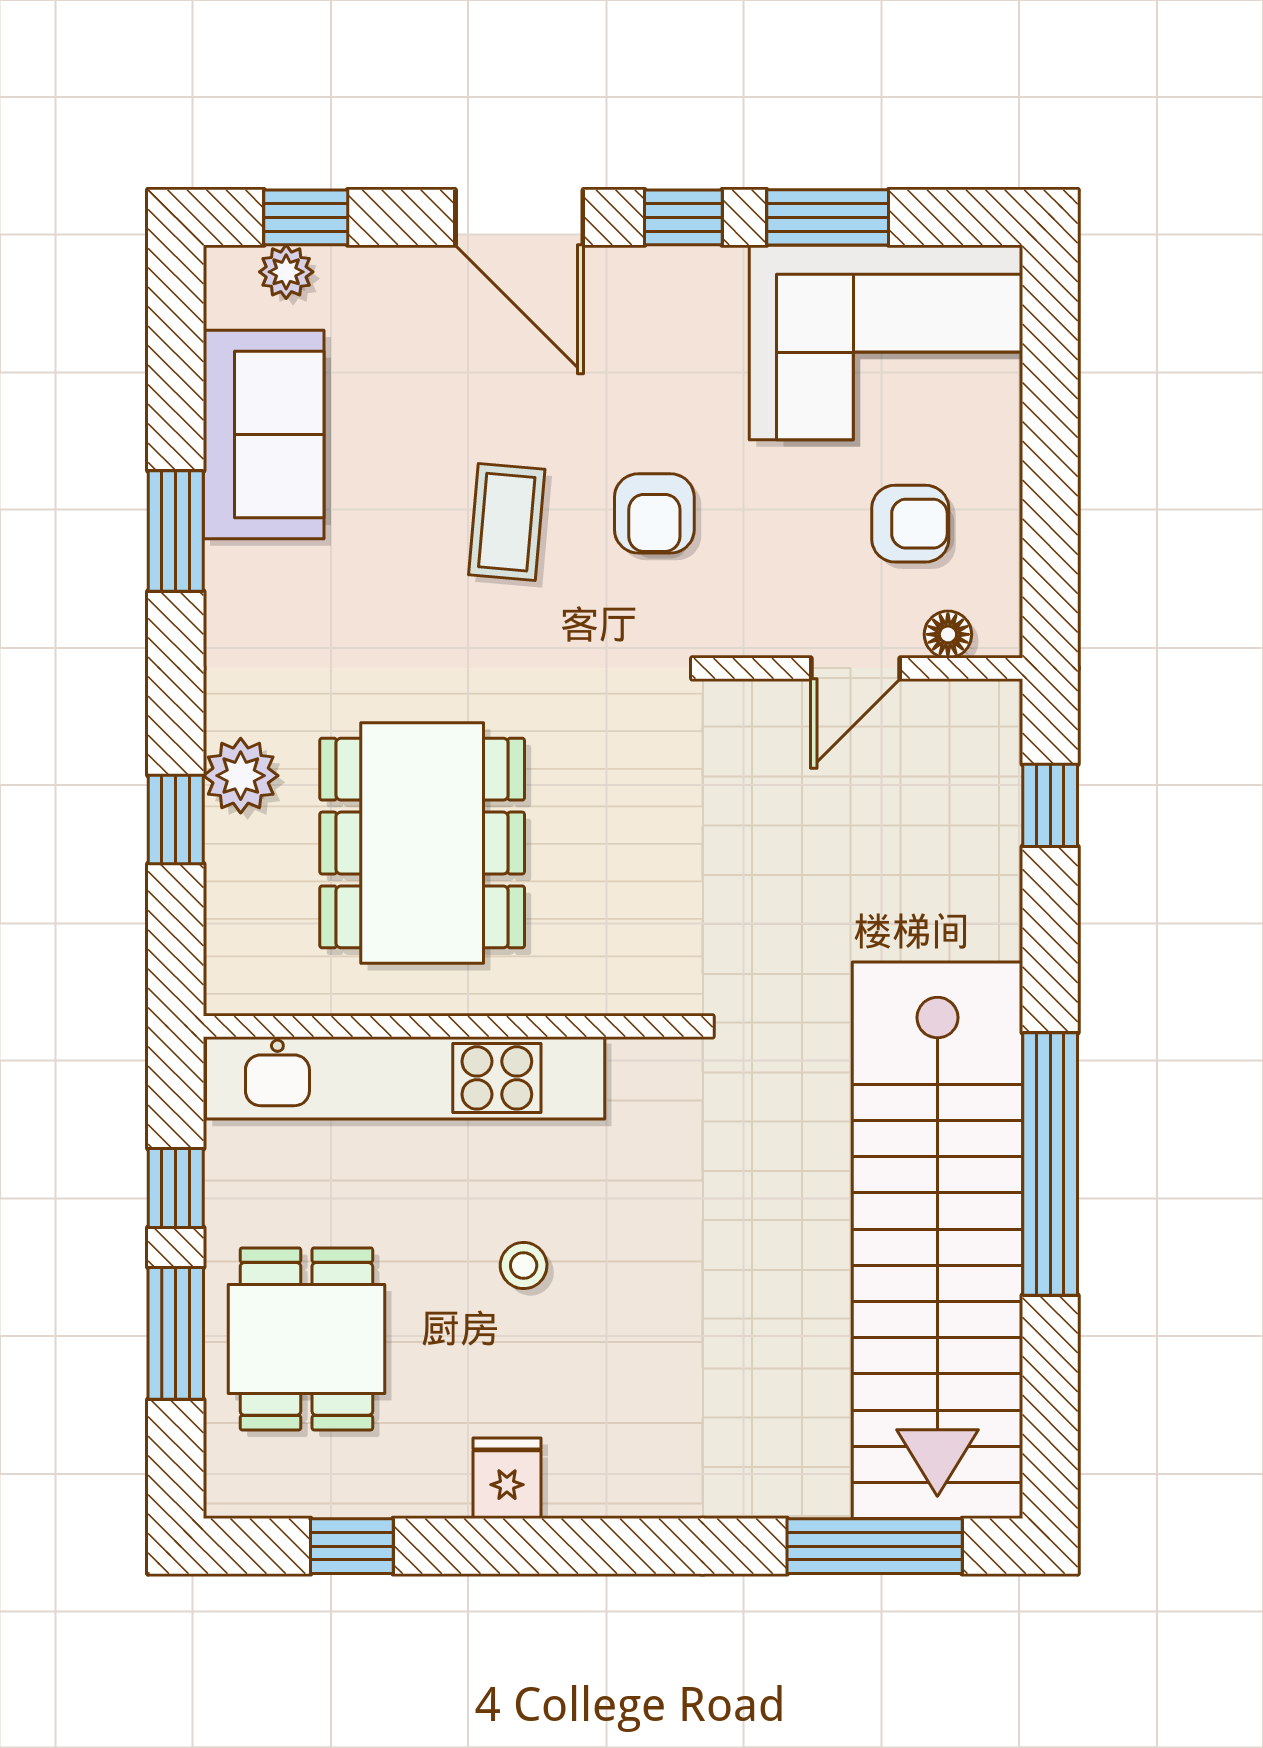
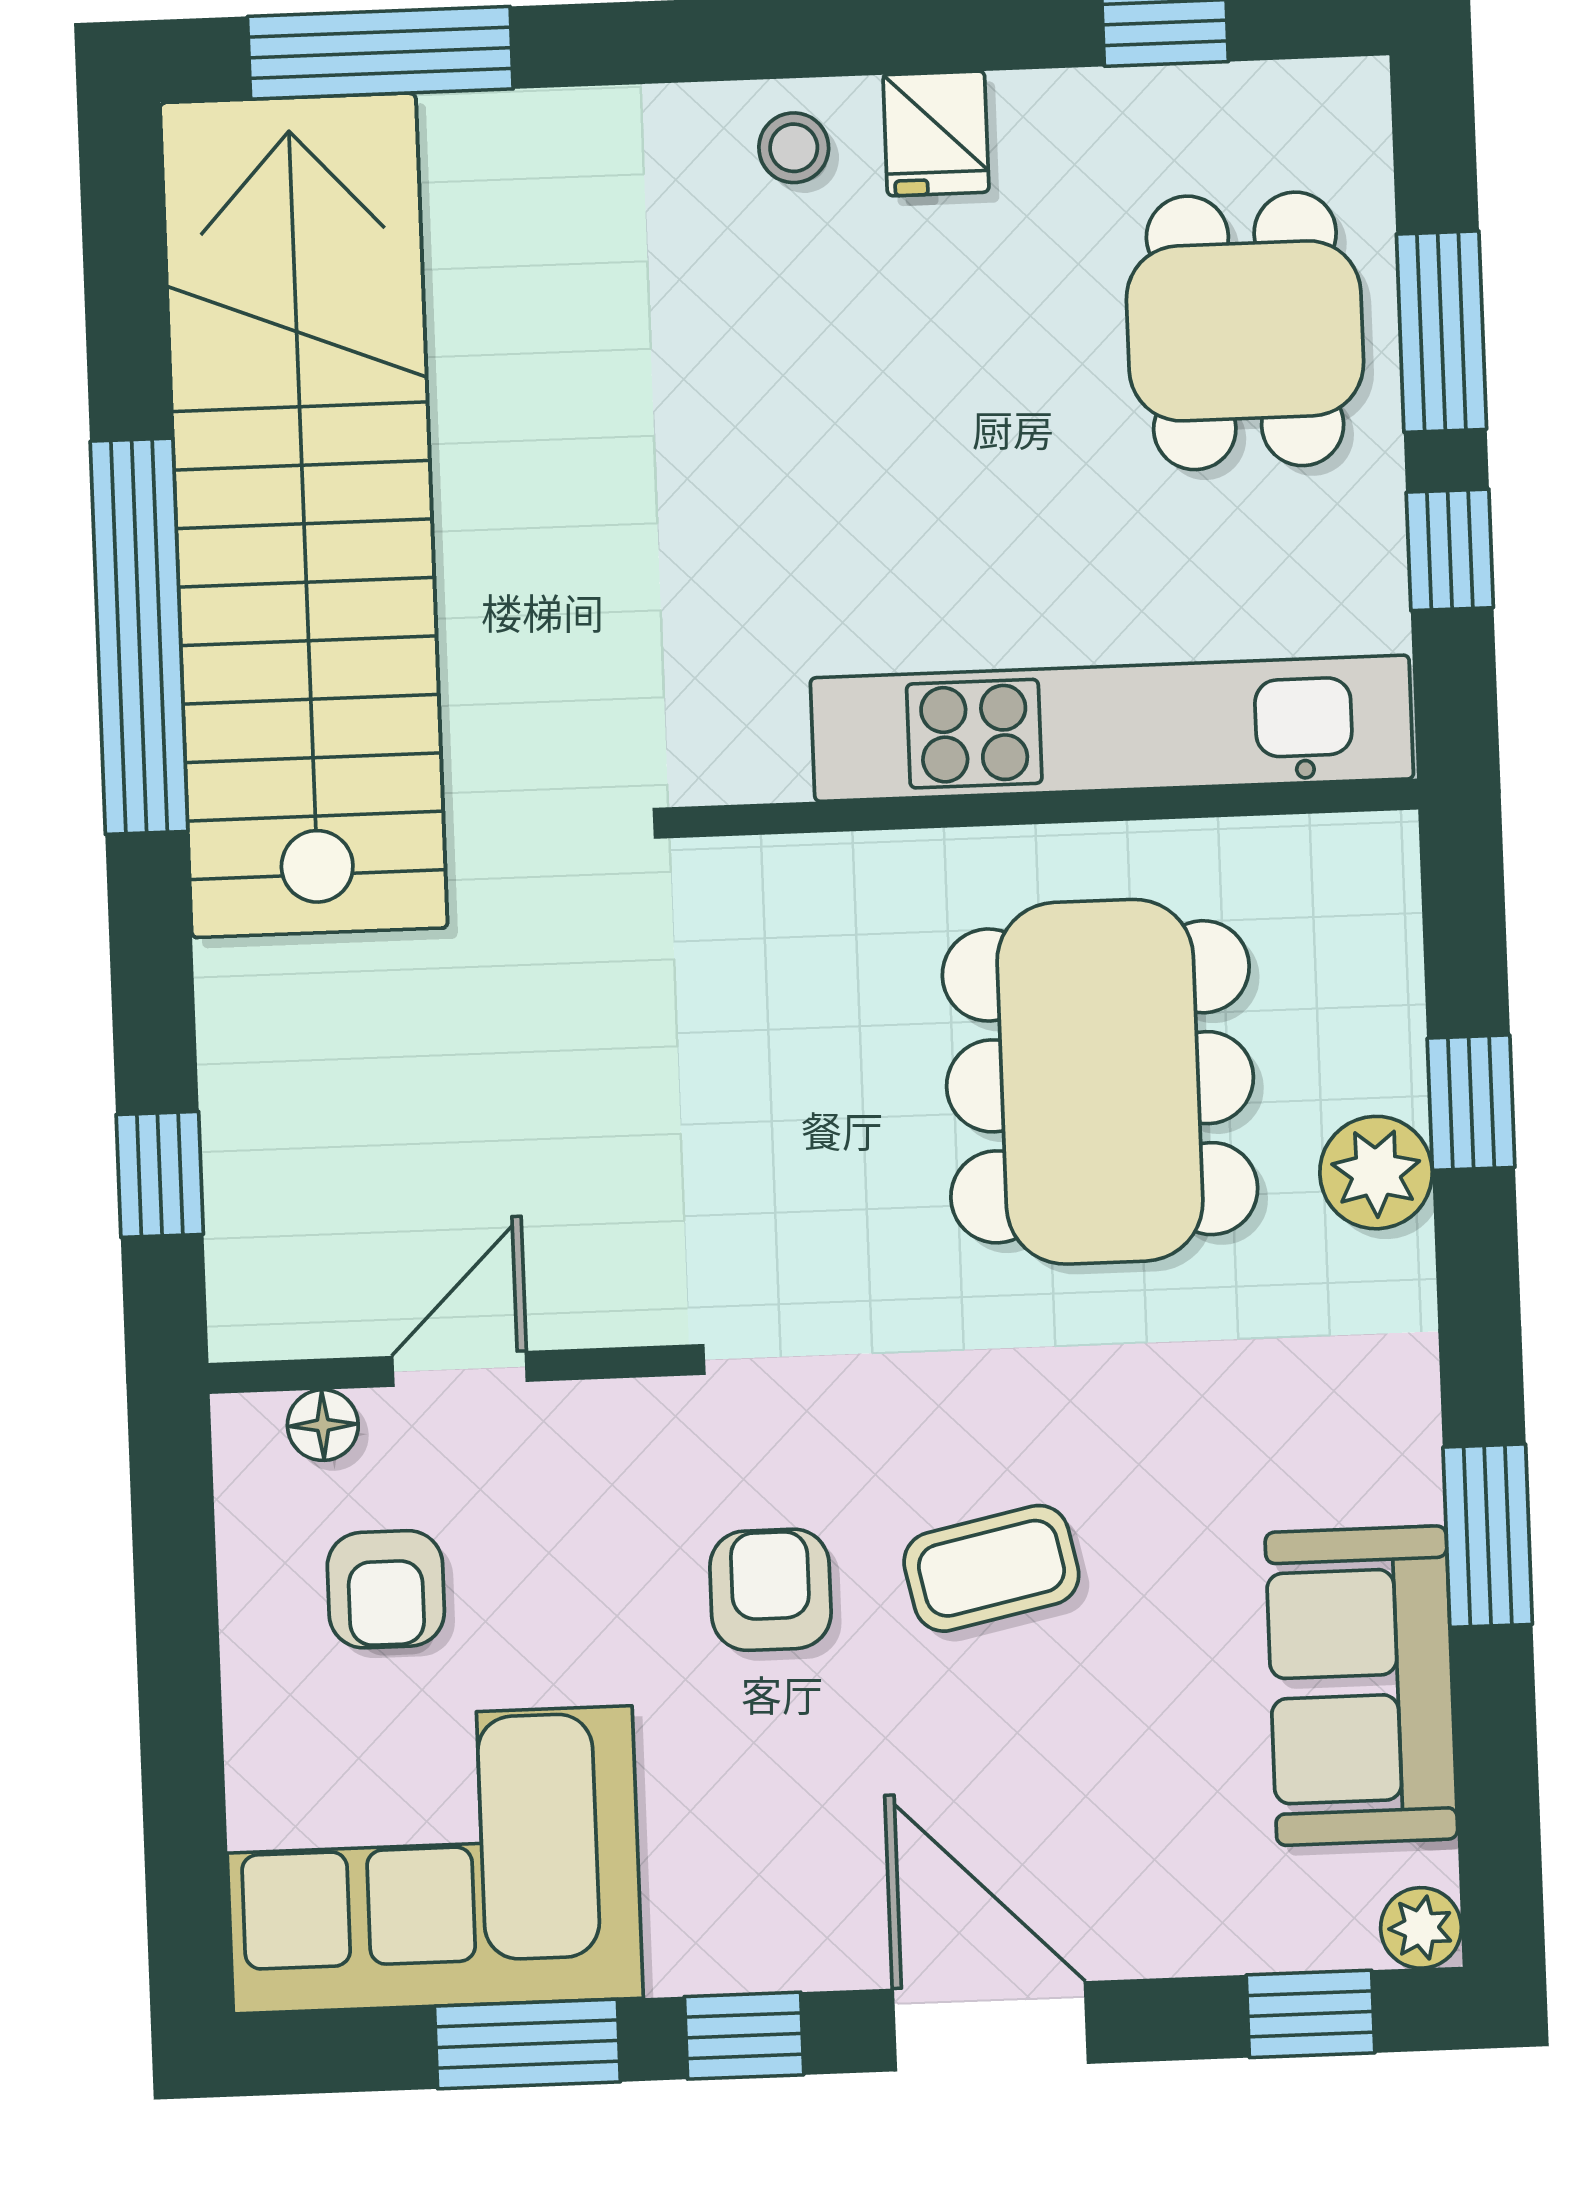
plant: (286, 272) -> (1421, 1928), moved
coffee table: (507, 522) -> (991, 1568), turned 73
armchair: (910, 524) -> (386, 1589), turned -90
stool: (524, 1266) -> (794, 148), moved

